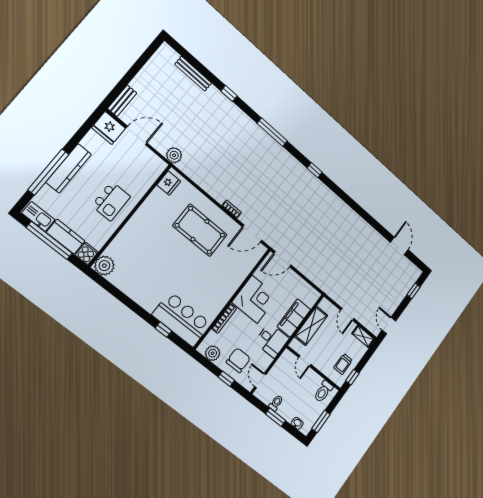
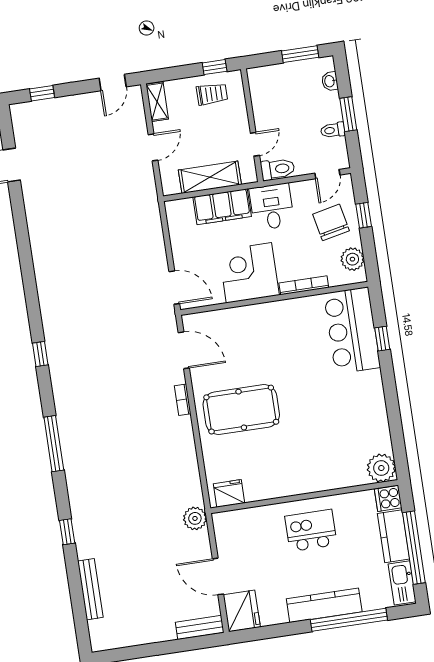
pool table: (200, 230) -> (241, 410), turned 90
chair: (238, 360) -> (331, 222), turned 78
toilet: (323, 391) -> (278, 169), moved

